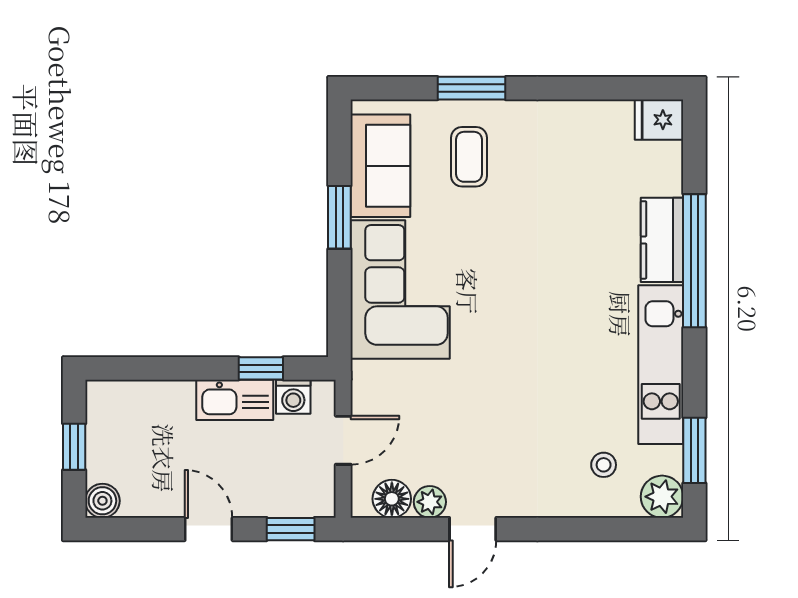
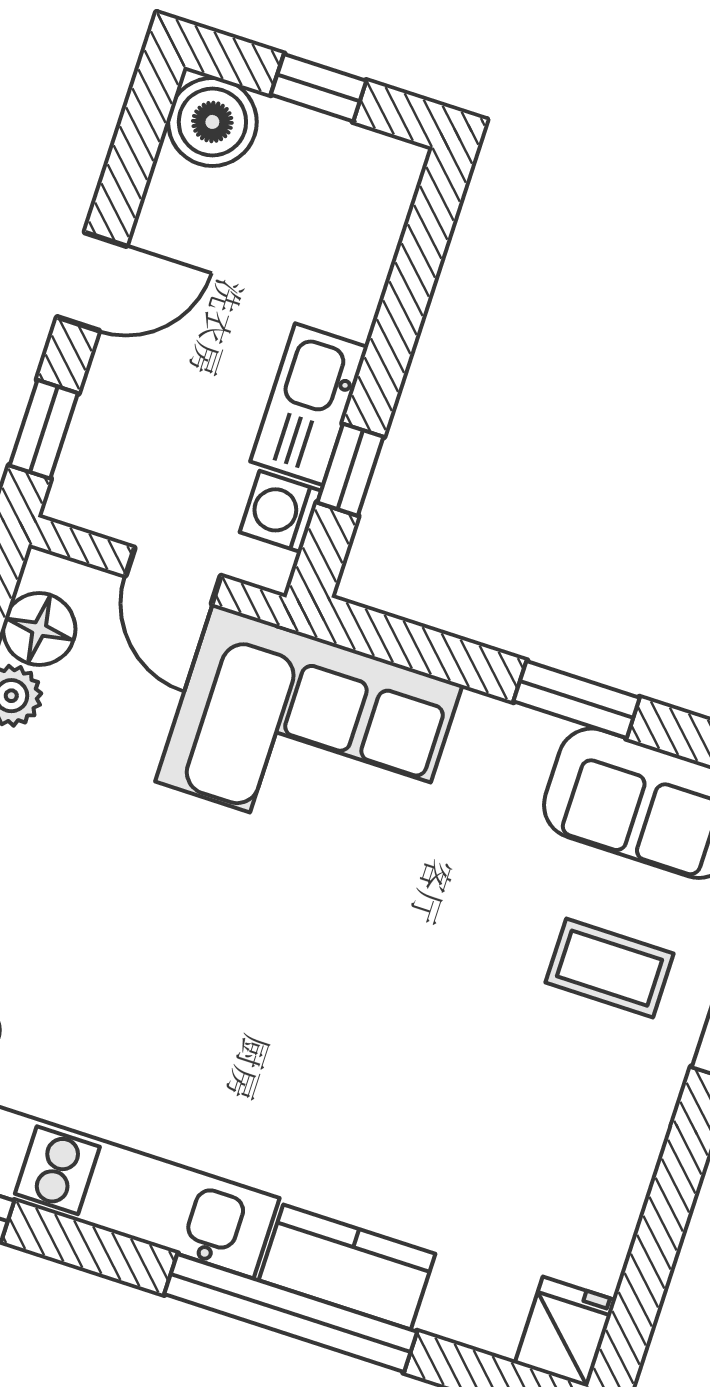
corner sofa: (400, 290) -> (309, 733), moved
boiler: (102, 501) -> (212, 122), width x1.36, depth x1.36

